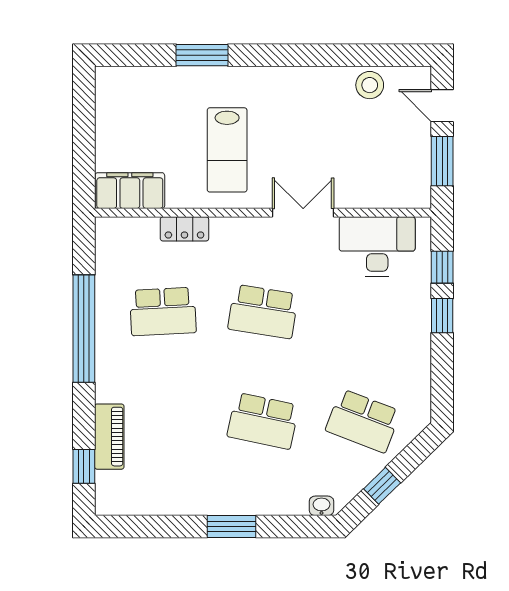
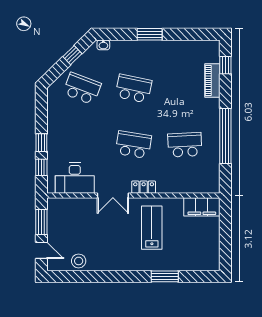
locker: (184, 229) -> (144, 187), moved

